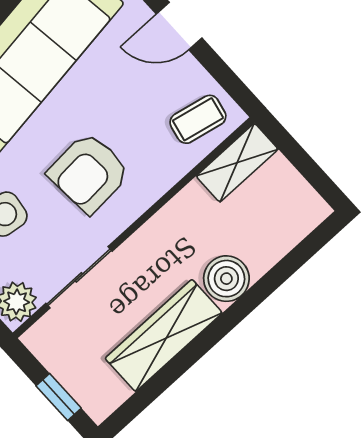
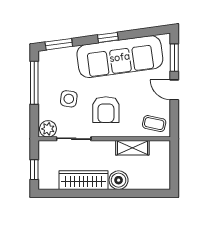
shelving: (237, 163) -> (132, 148), moved
armchair: (89, 173) -> (106, 110), turned -86

